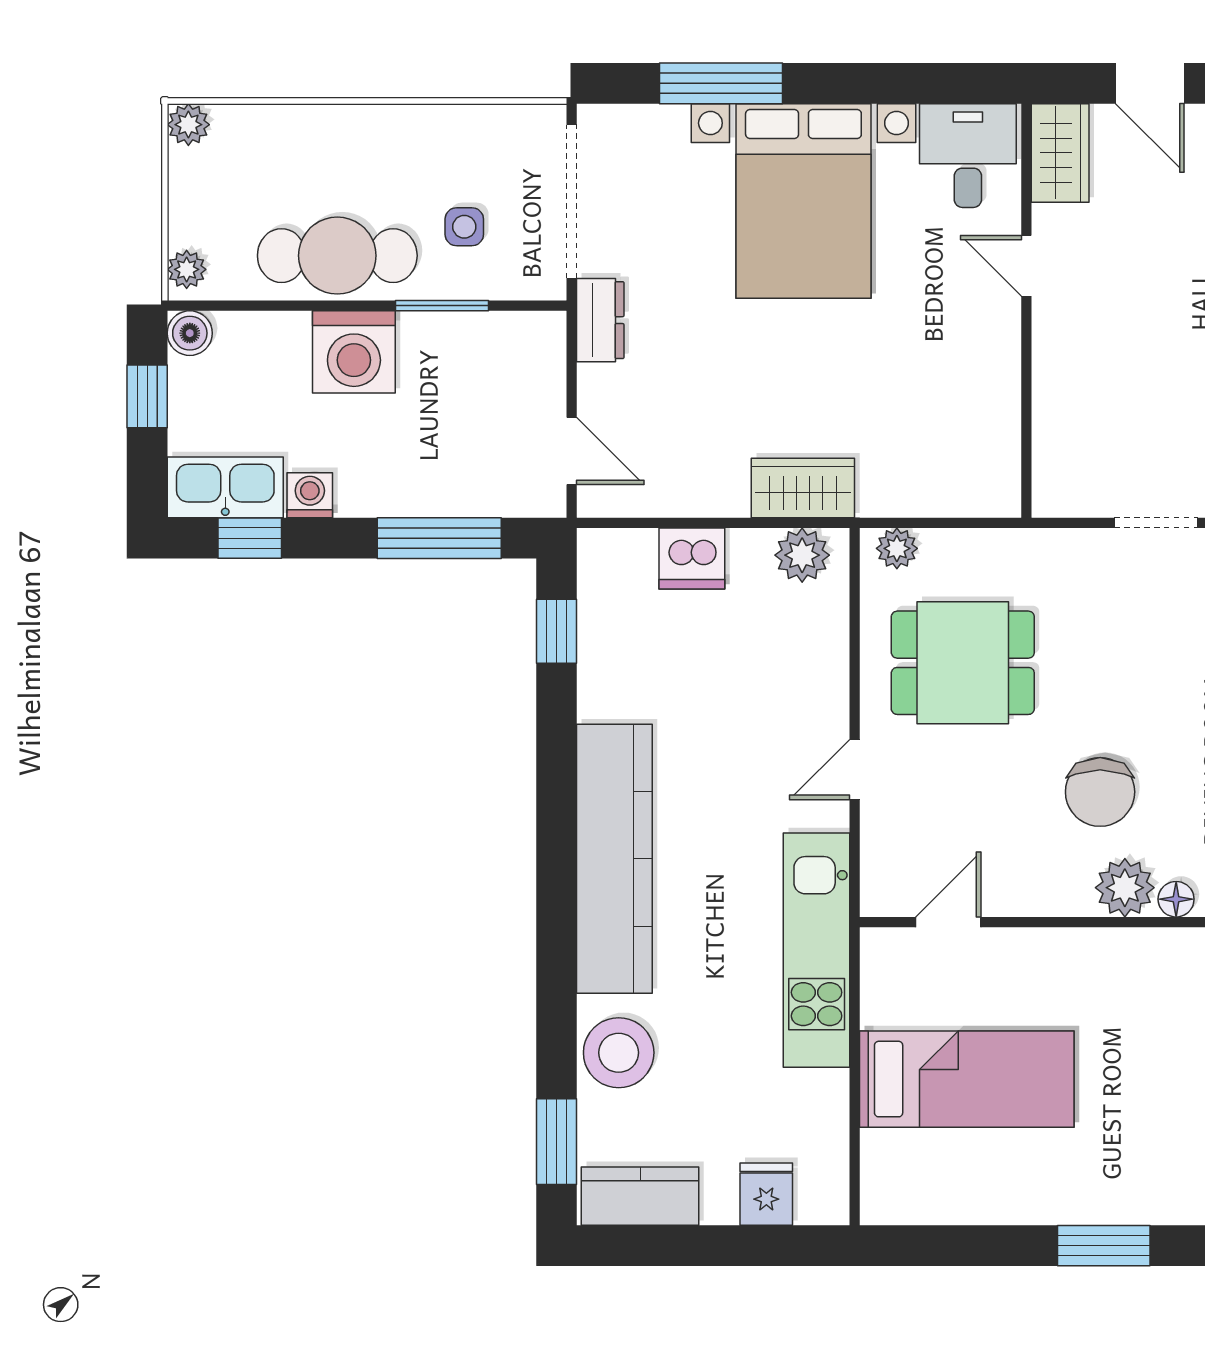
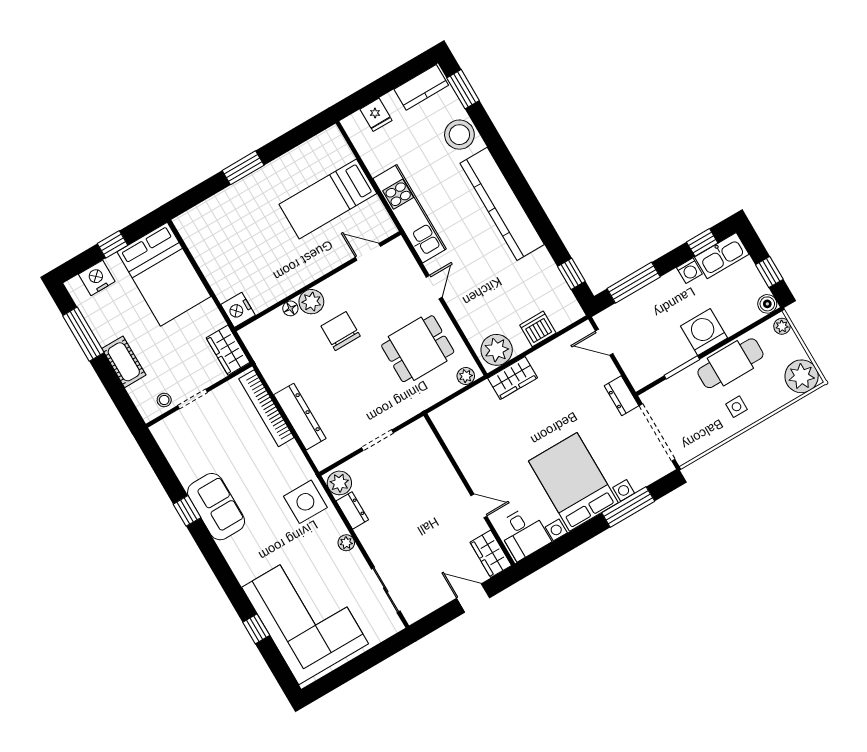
plant: (188, 125) -> (802, 376), width x1.87, depth x1.87
side table: (464, 227) -> (736, 407), moved
plant: (802, 555) -> (497, 350), width x1.36, depth x1.36
door: (948, 922) -> (368, 252), swing flipped

